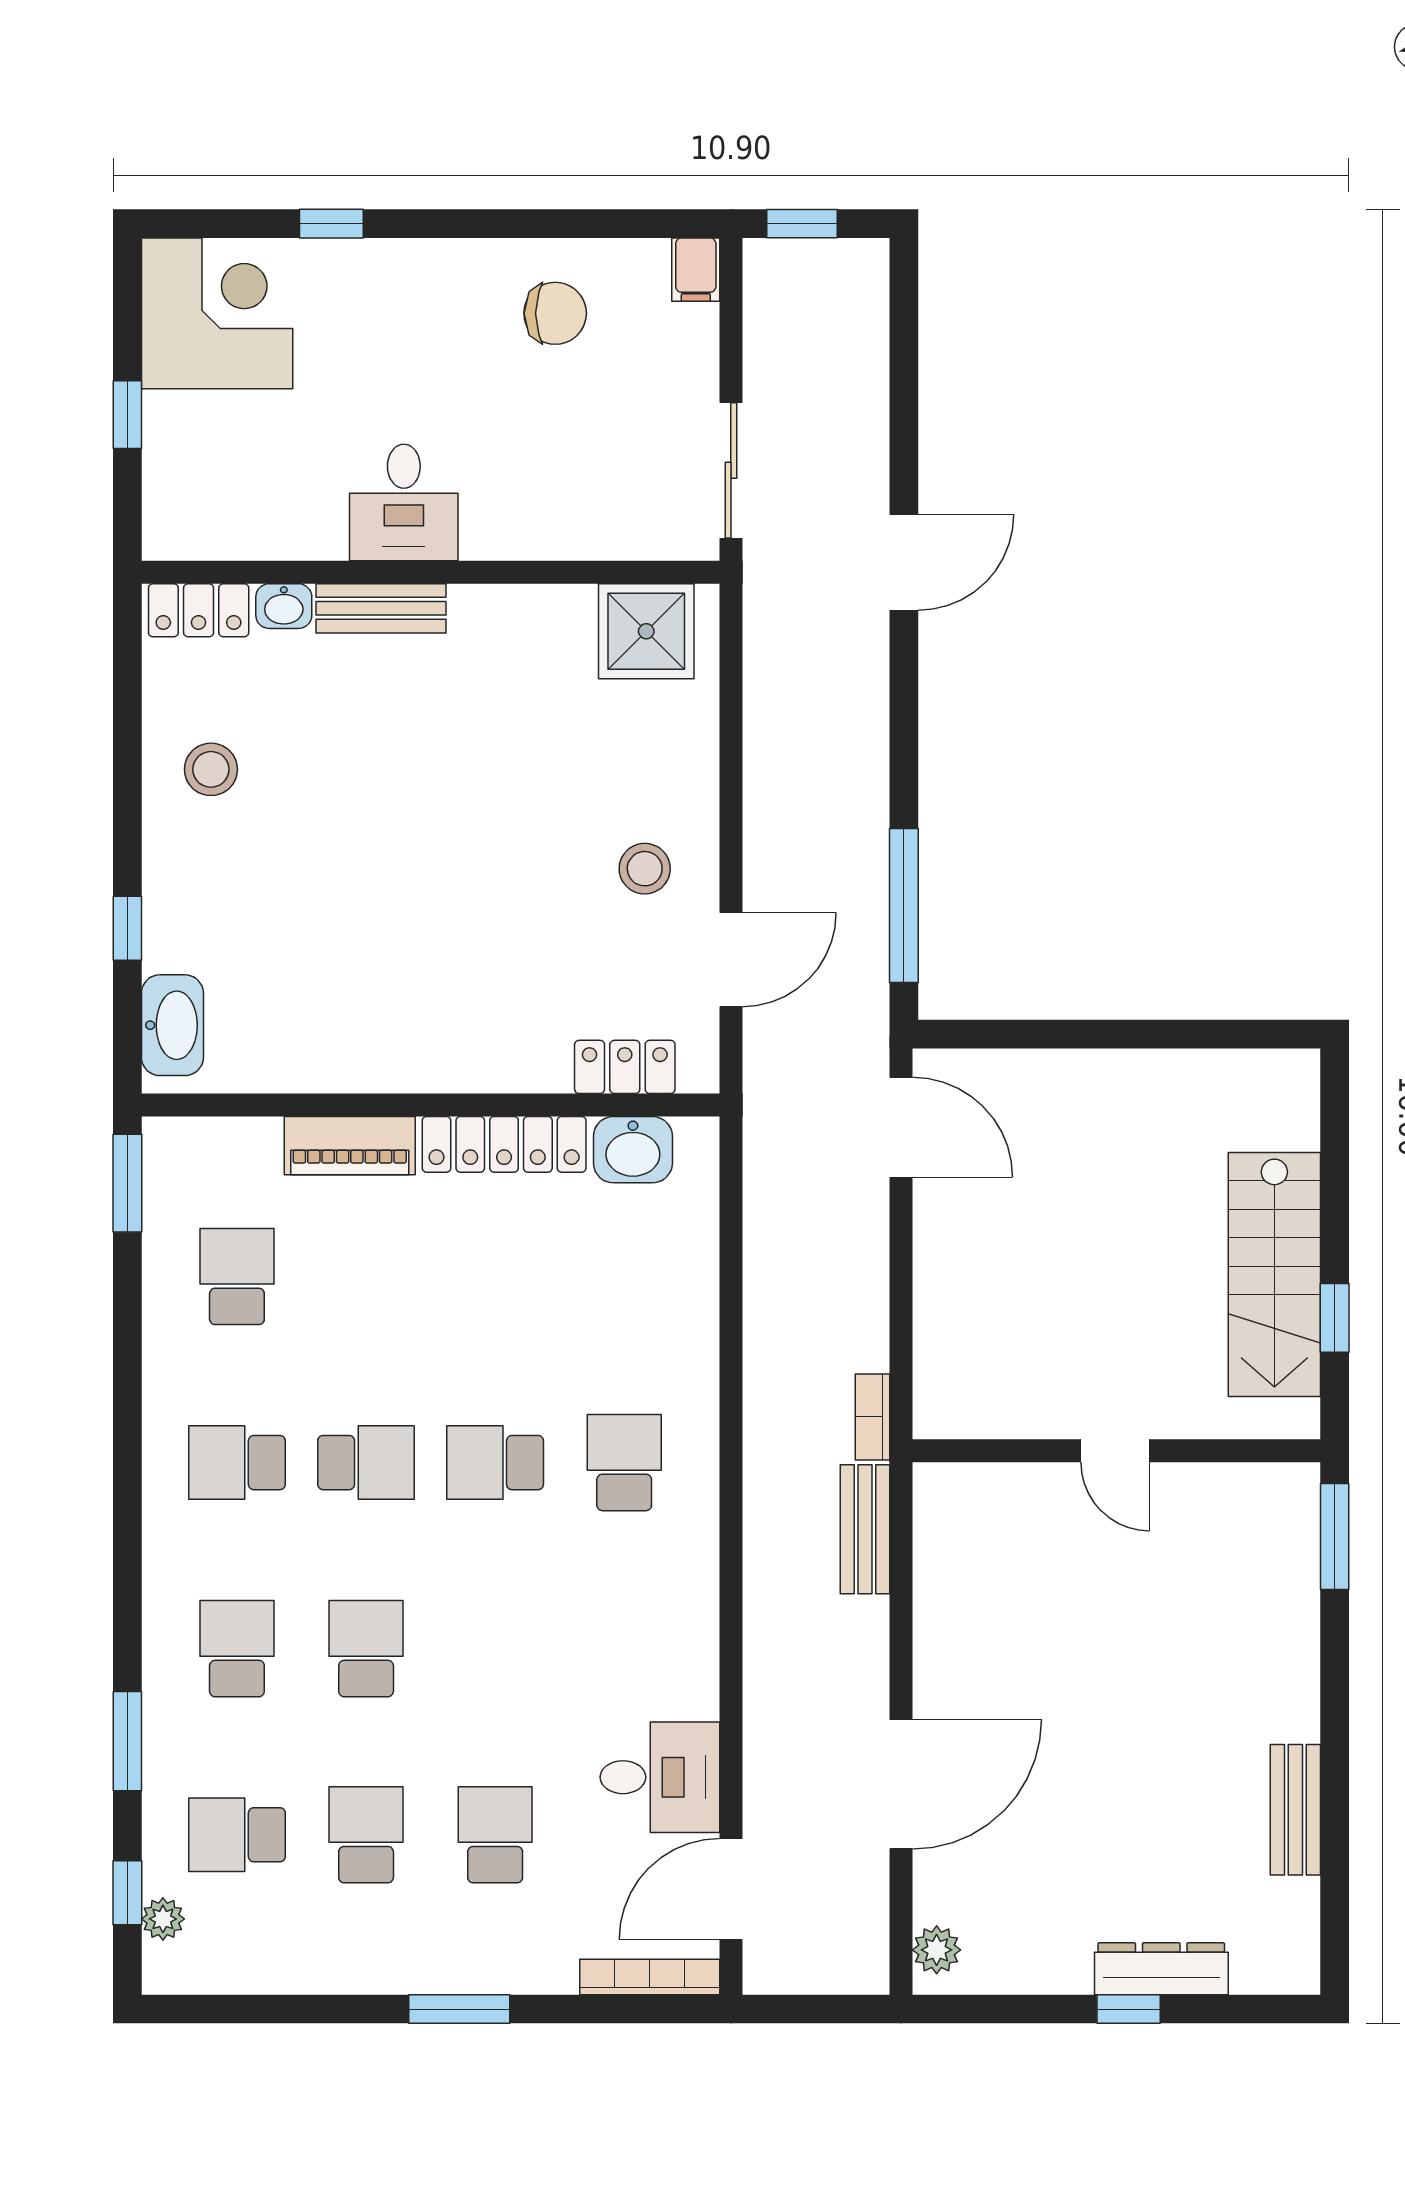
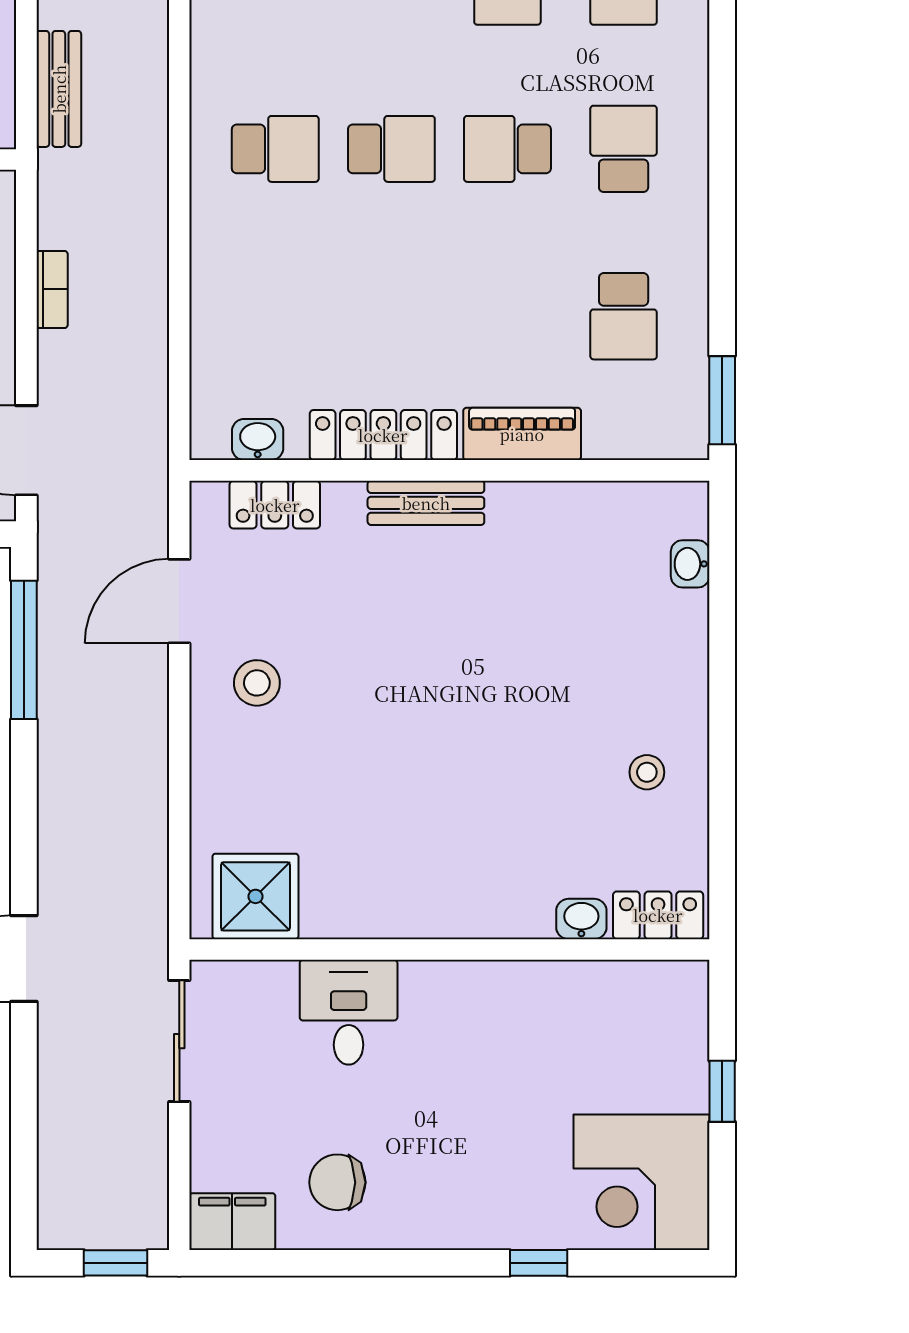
filing cabinet: (696, 270) -> (232, 1222), width x2.00
desk: (404, 502) -> (349, 1012), moved
bench: (381, 608) -> (426, 503), moved
stool: (211, 769) -> (647, 772), width x0.73, depth x0.73
window: (127, 928) -> (722, 629), removed
washbasin: (172, 1025) -> (690, 564), width x0.52, depth x0.69
washbasin: (633, 1150) -> (258, 440), width x0.72, depth x0.69
bookcase: (872, 1417) -> (52, 289), moved
school desk: (237, 1463) -> (624, 149), turned -90
school desk: (624, 1463) -> (275, 149), turned -90

